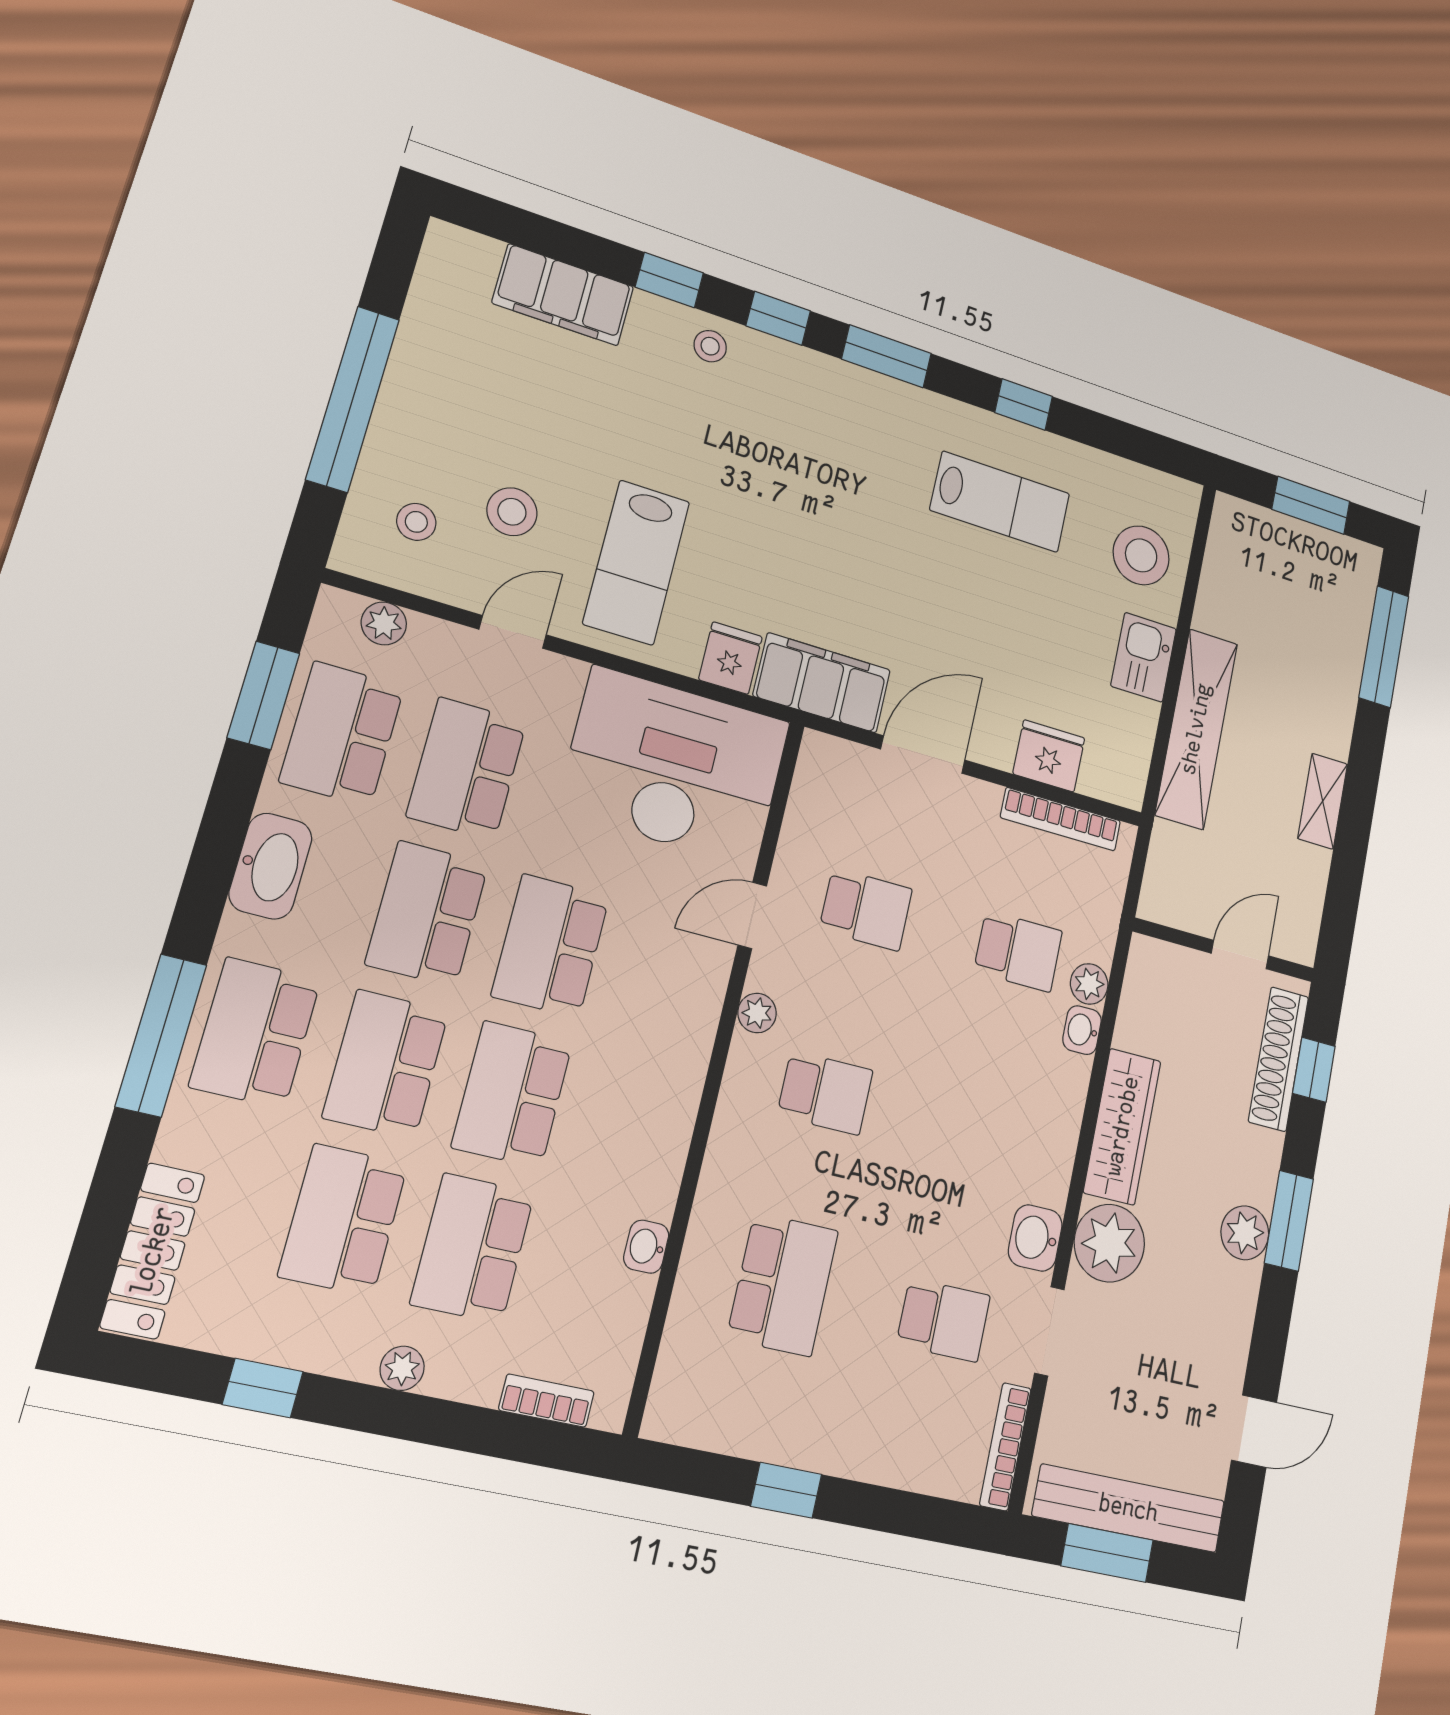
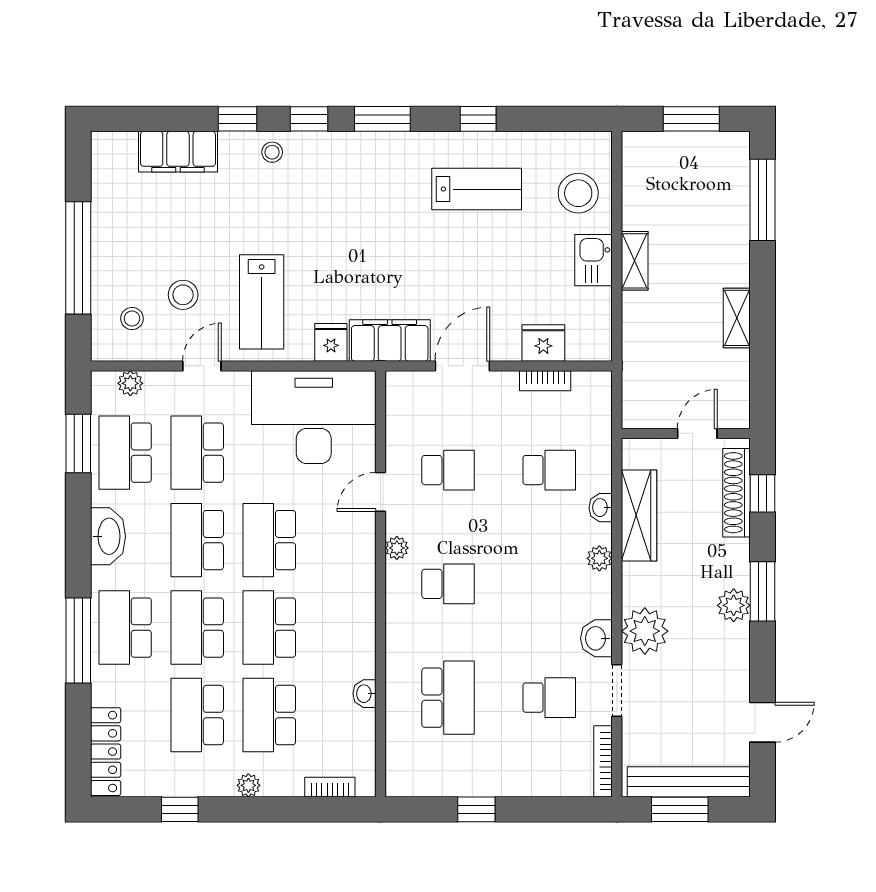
shelving: (1196, 729) -> (635, 261), width x0.45, depth x0.75
bookcase: (1061, 819) -> (545, 381), width x0.64
plant: (1089, 984) -> (599, 558), moved
wardrobe: (1122, 1126) -> (639, 516), moved

